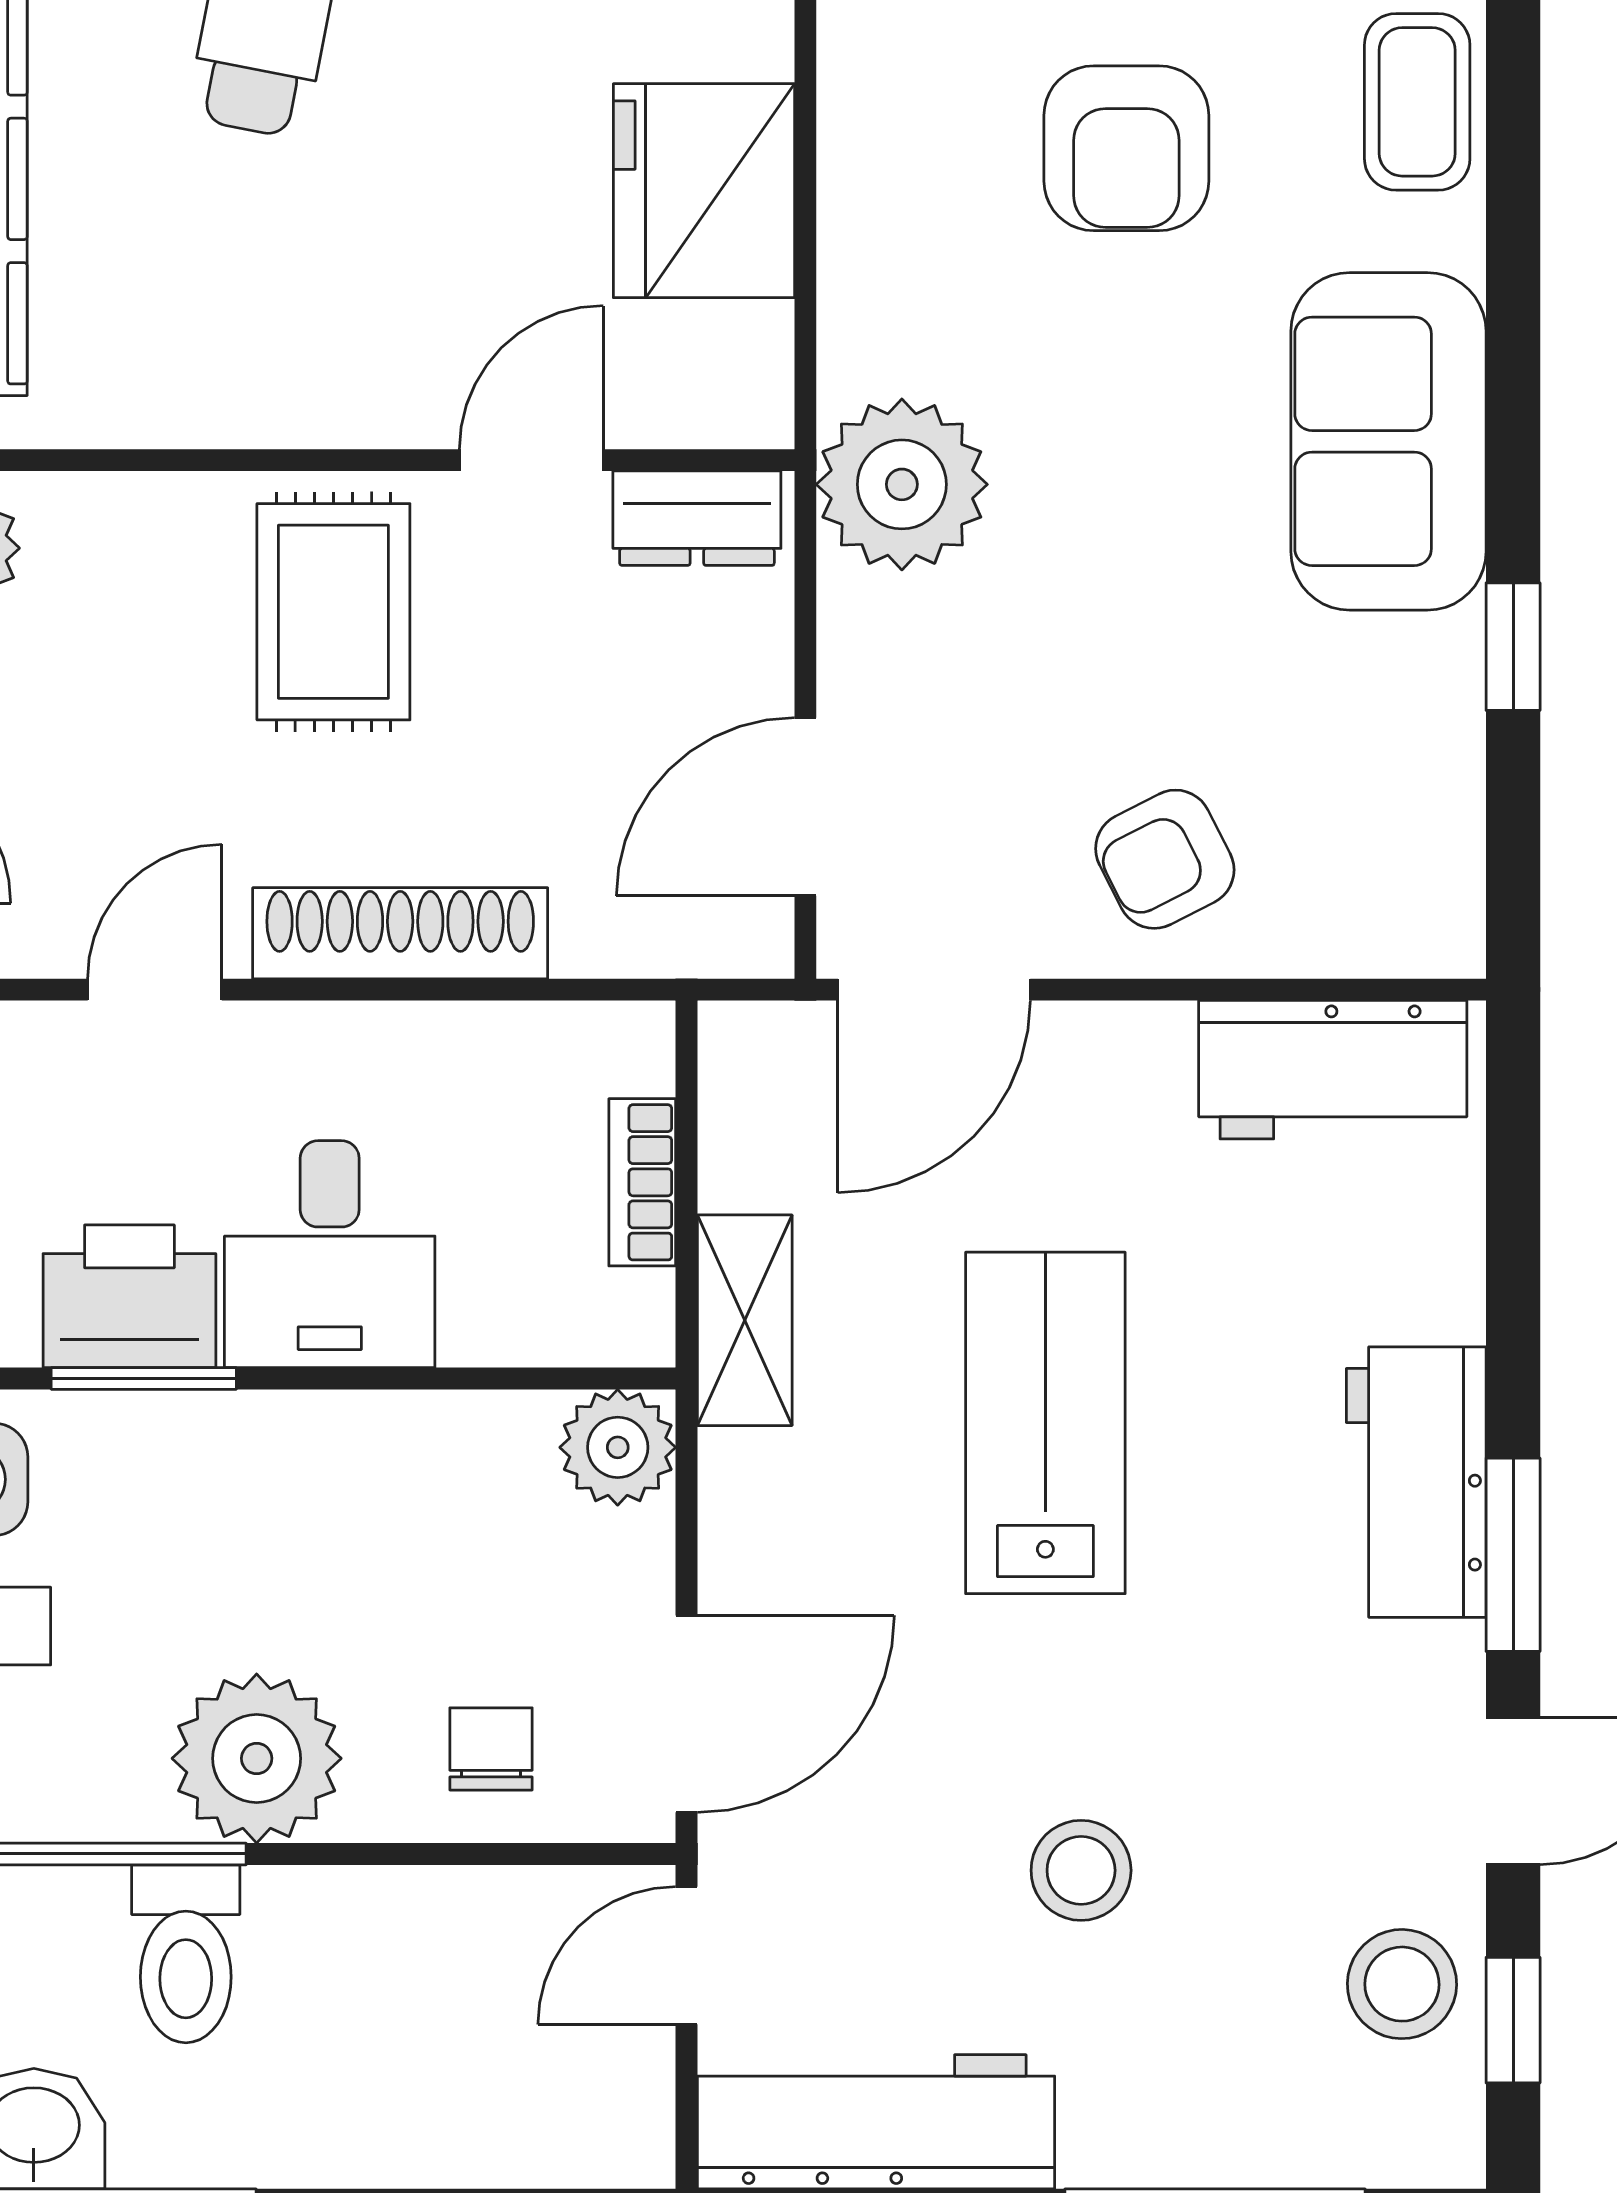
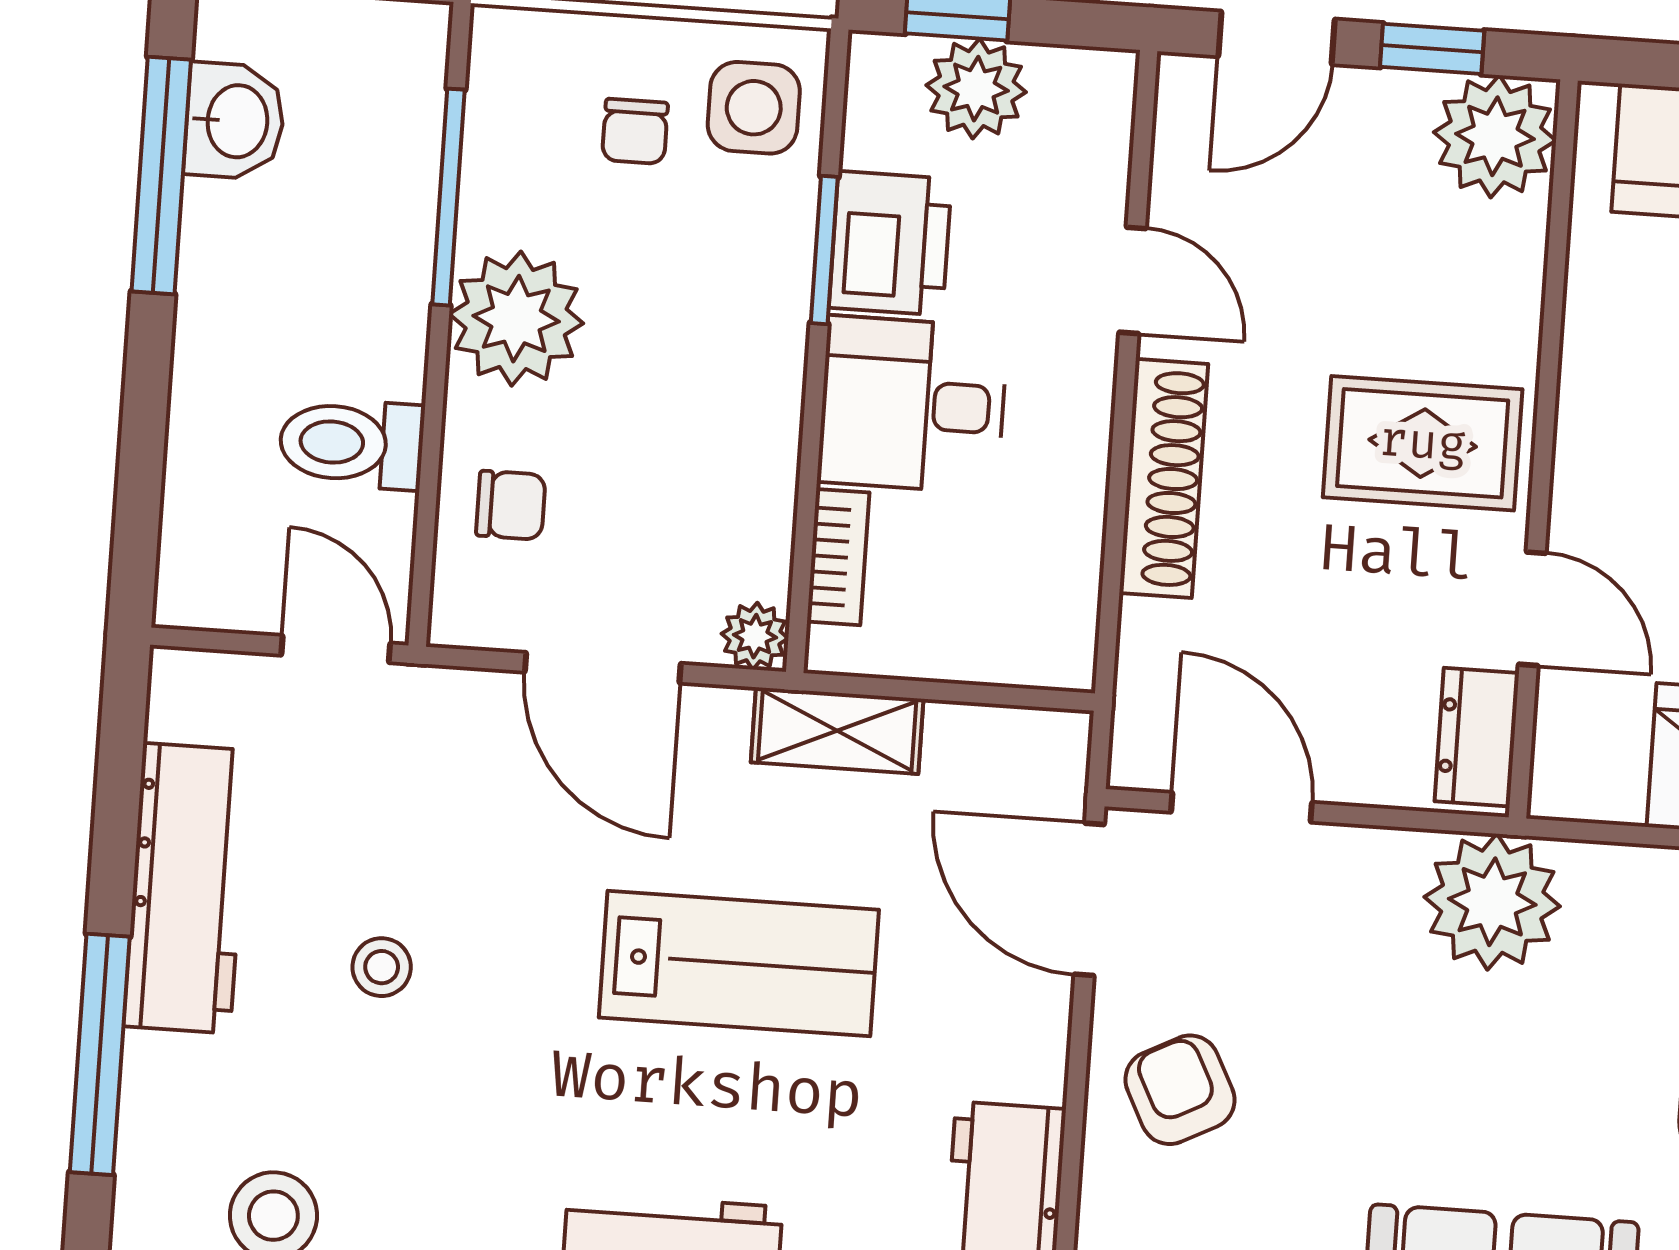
bookcase: (642, 1182) -> (838, 557), moved, turned 90
plant: (618, 1447) -> (755, 636), width x0.73, depth x0.73
door: (687, 1714) -> (603, 668), moved
stool: (1081, 1870) -> (382, 967), width x0.73, depth x0.73
toilet: (186, 1954) -> (352, 443), moved
workbench: (876, 2122) -> (186, 888), moved

